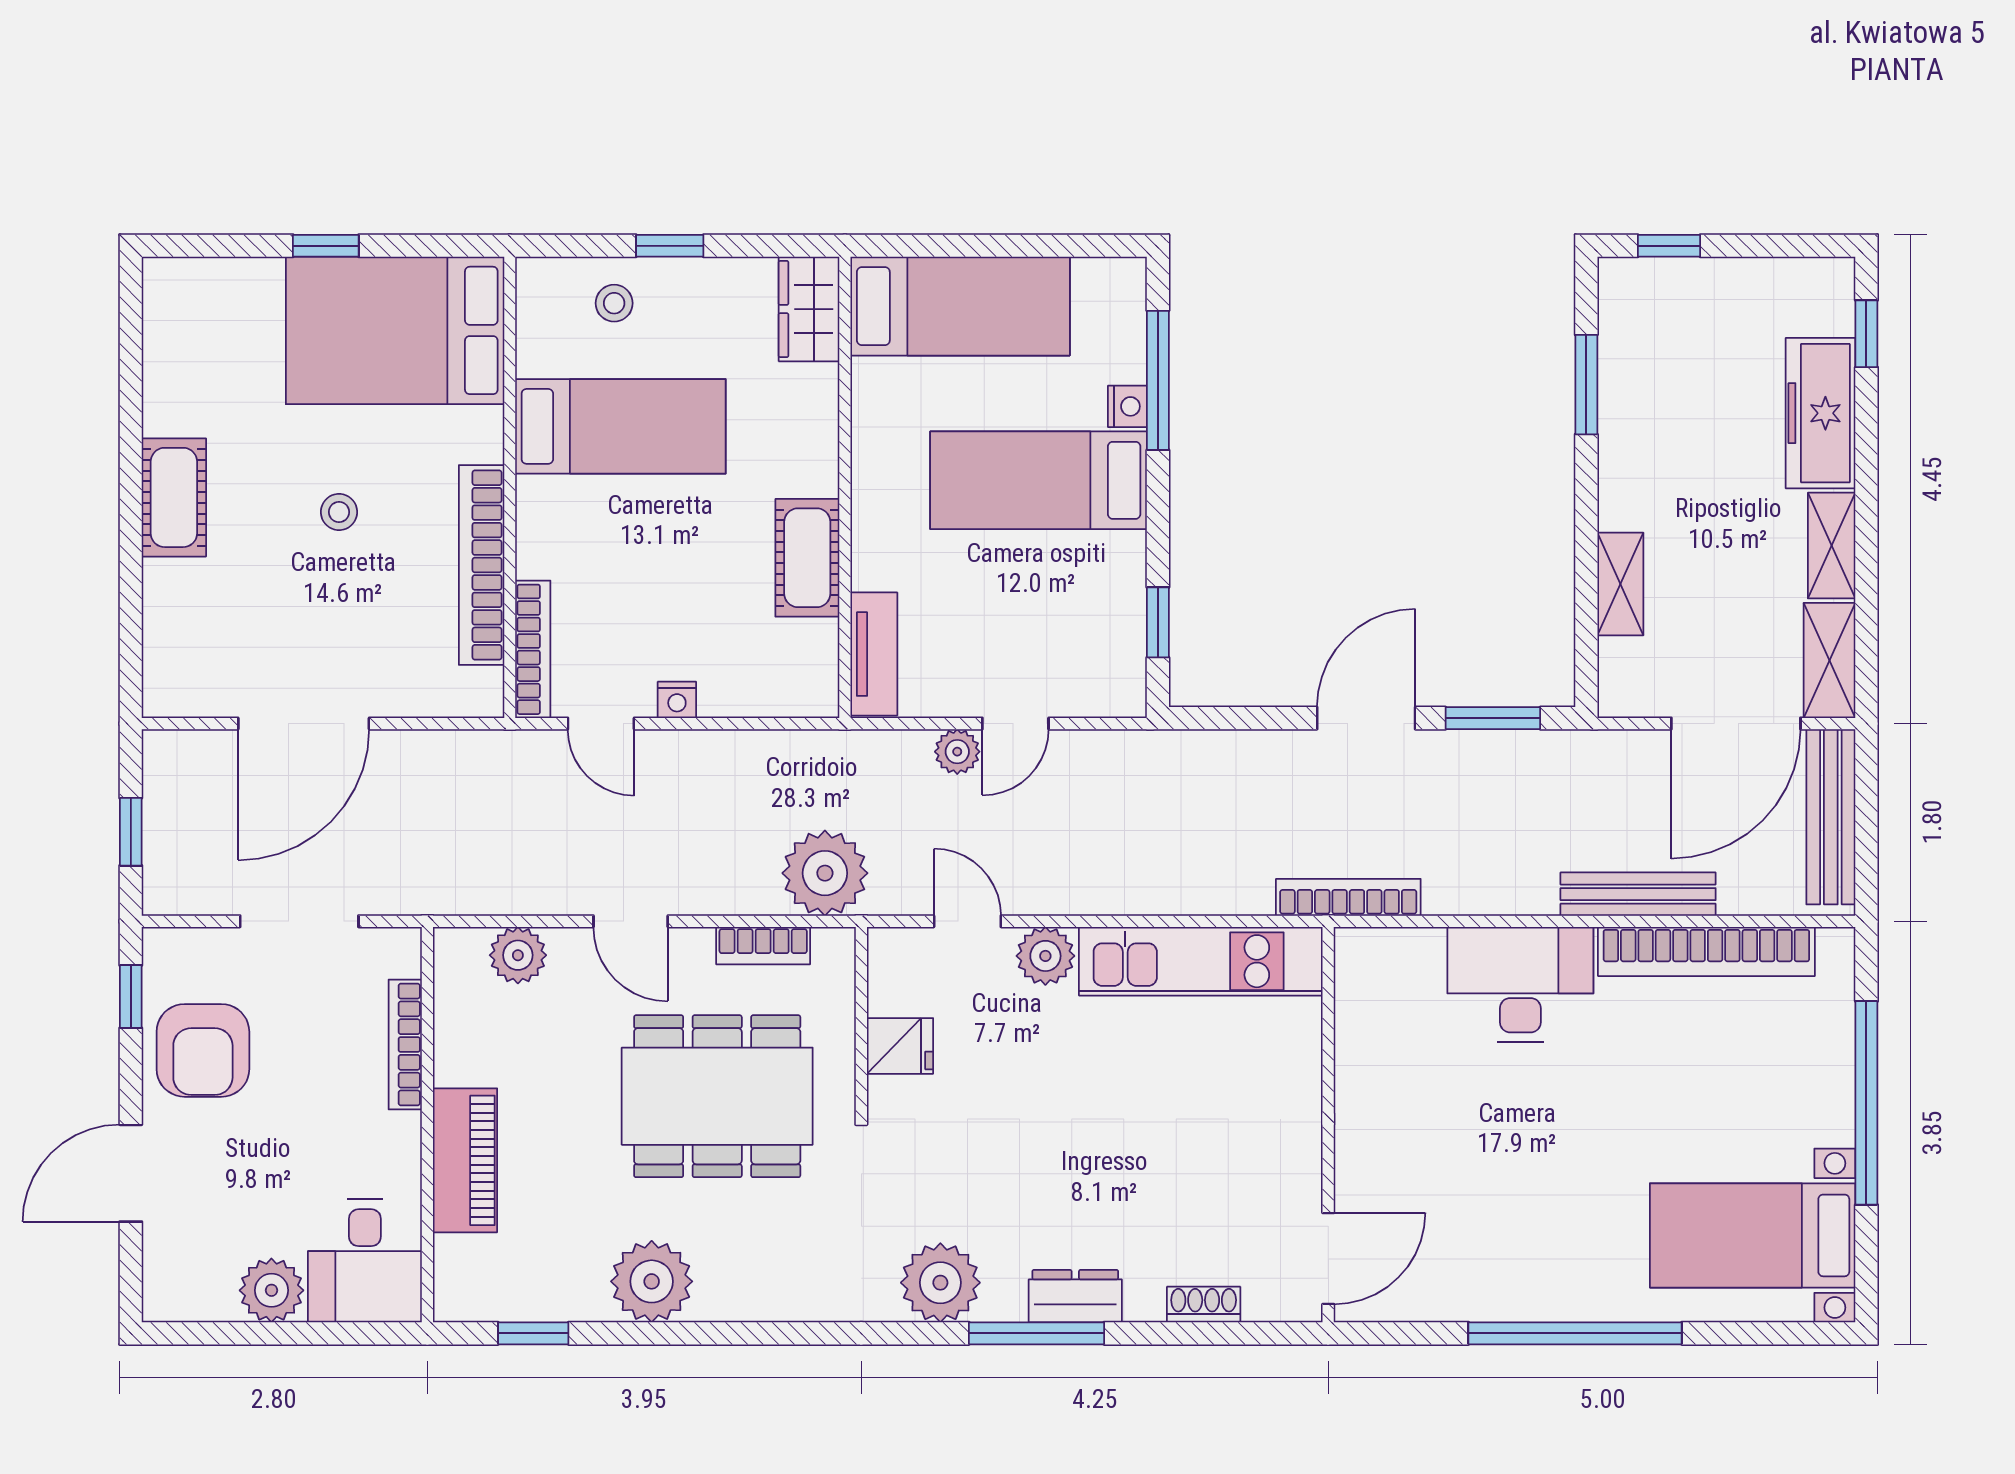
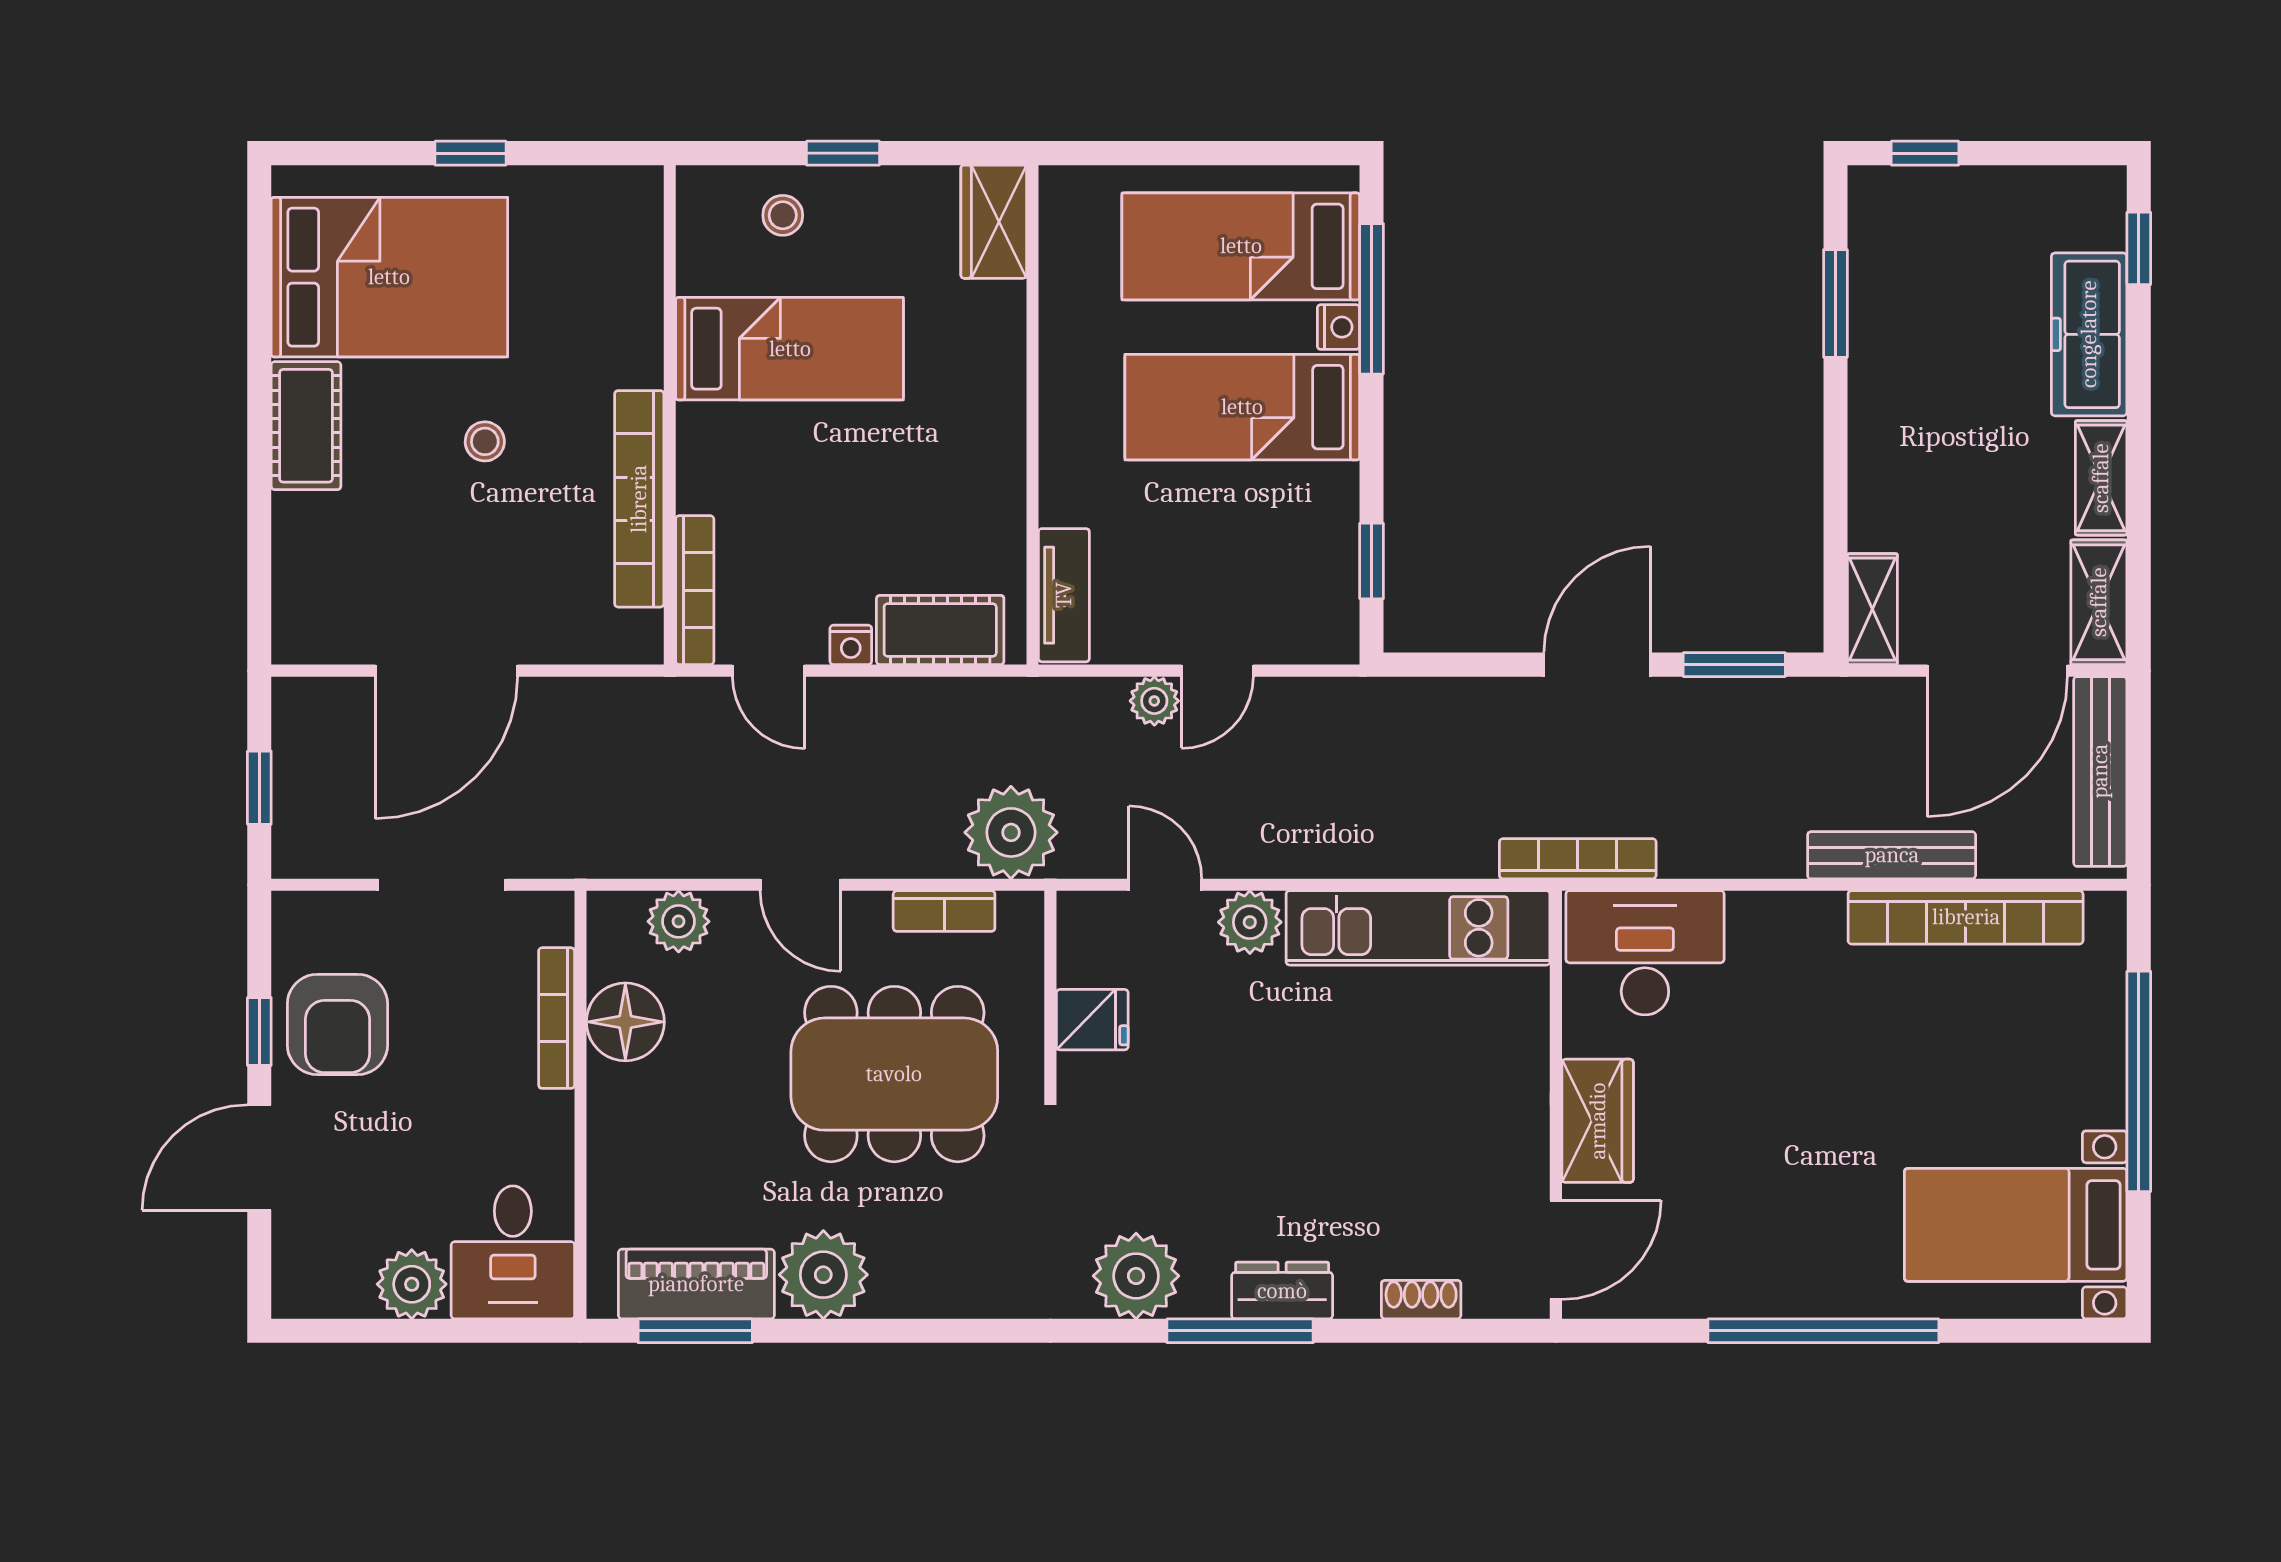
bed: (960, 306) -> (1241, 246), moved, turned 180
bed: (395, 330) -> (389, 277), moved, turned 180
cot: (807, 558) -> (940, 630), moved, turned 90
shelving: (1620, 584) -> (1872, 609), moved
desk: (1520, 984) -> (1645, 953), moved
window: (131, 997) -> (259, 1031), moved
floor lamp: (469, 1048) -> (625, 1022), added
wardrobe: (1367, 1139) -> (1598, 1121), added
piano: (465, 1160) -> (696, 1284), moved, turned -90
window: (533, 1333) -> (695, 1331), width x1.50

